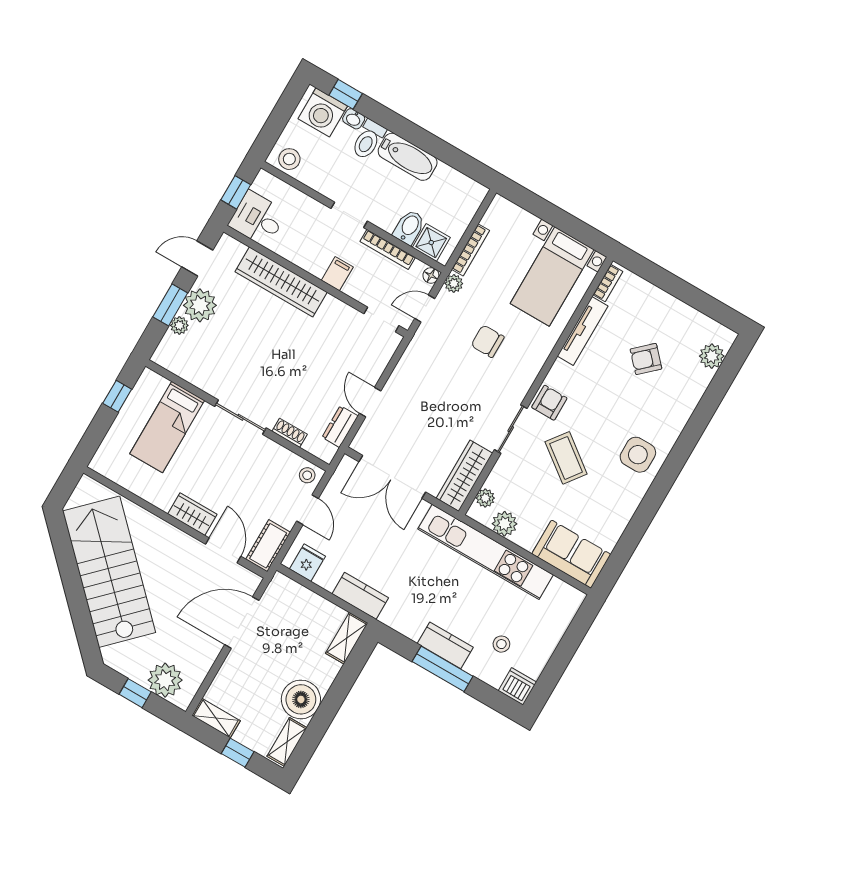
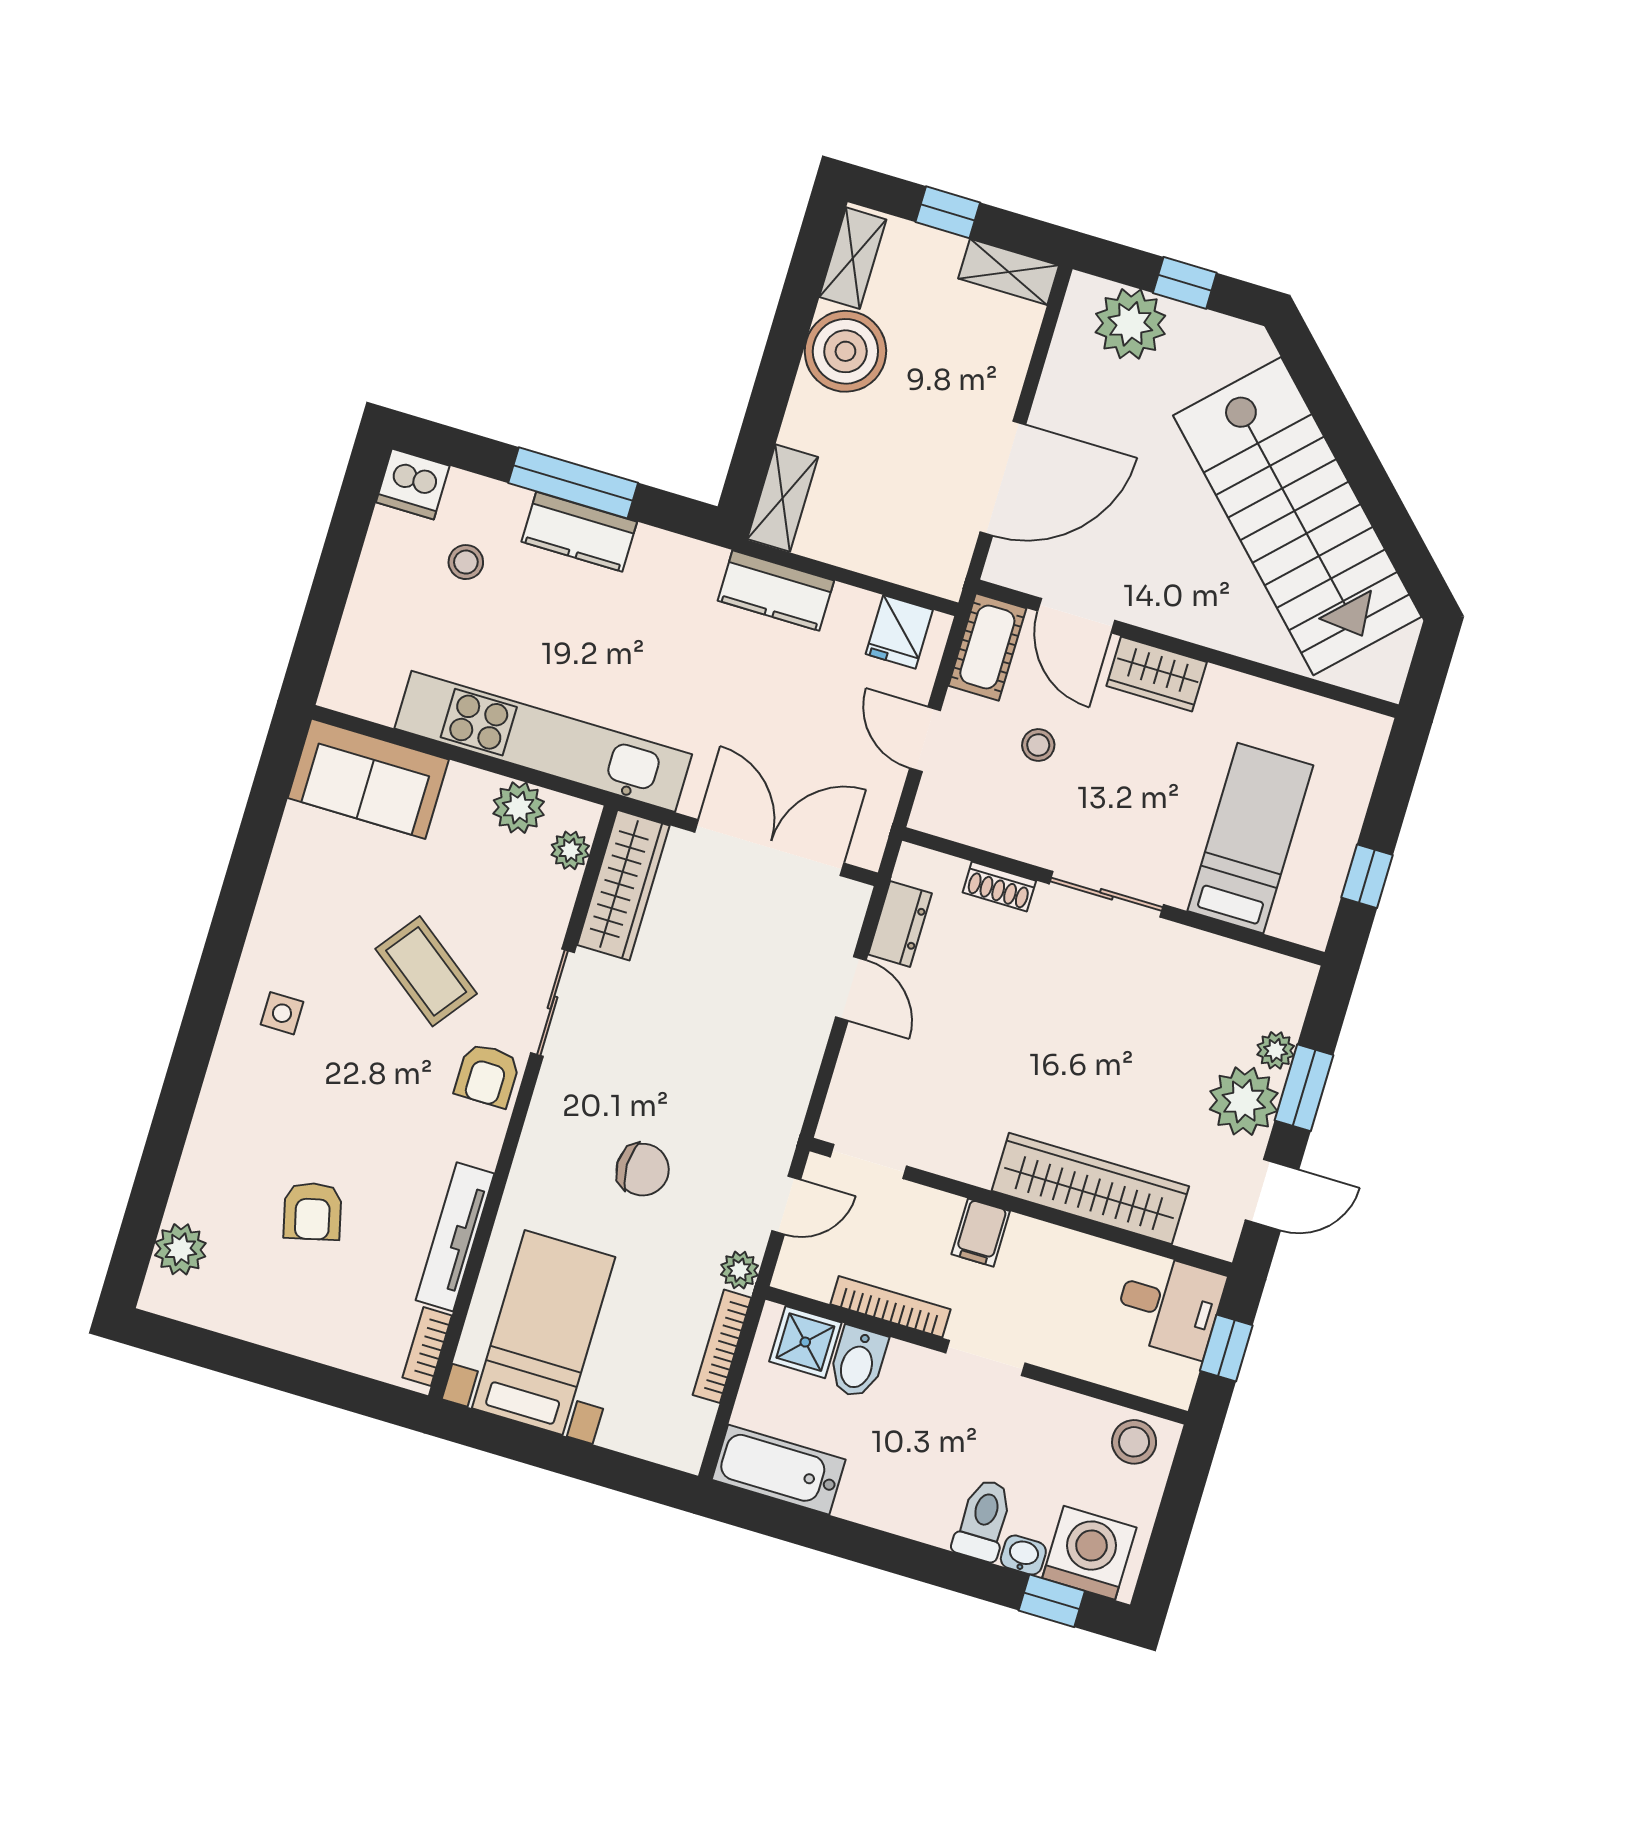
bathtub: (408, 157) -> (779, 1470), moved
floor lamp: (431, 275) -> (790, 1275), removed
armchair: (646, 359) -> (313, 1211), turned 119
side table: (638, 455) -> (282, 1013), width x0.54, depth x0.54
stool: (307, 475) -> (1038, 745), moved

